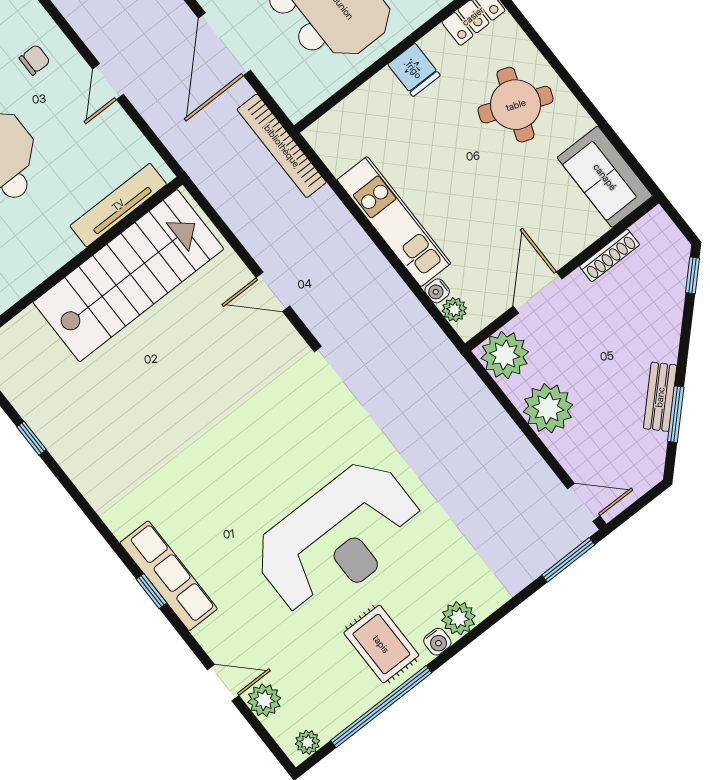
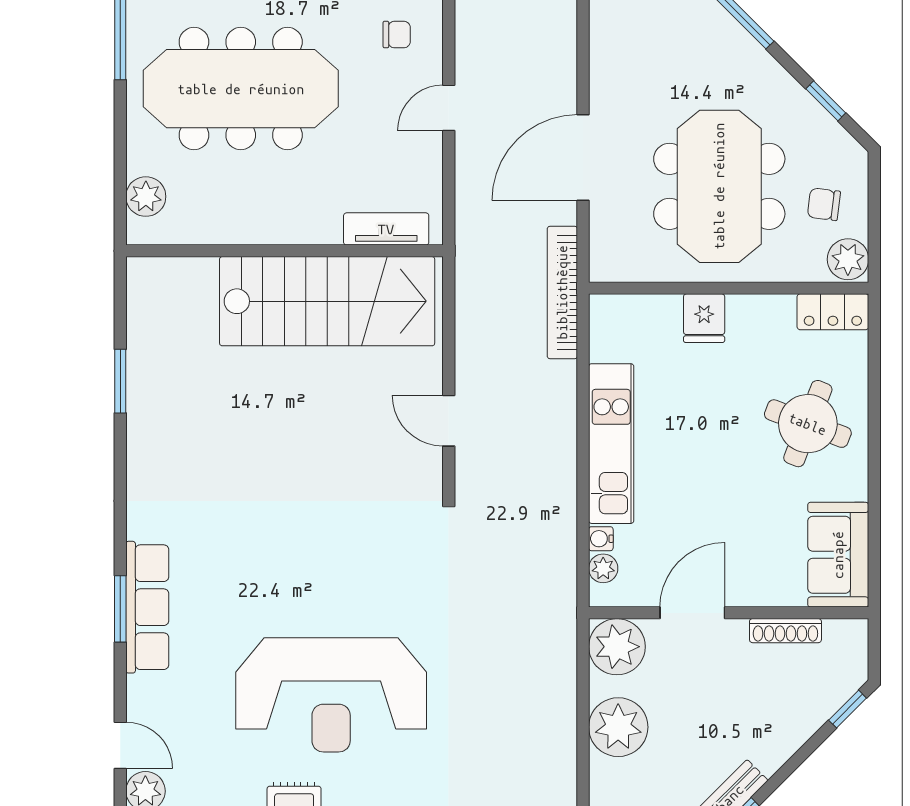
fridge: (414, 70) -> (704, 318), moved
tv unit: (118, 205) -> (386, 229), width x0.71
window: (32, 438) -> (120, 381), width x1.50
window: (151, 591) -> (120, 609), width x1.50

